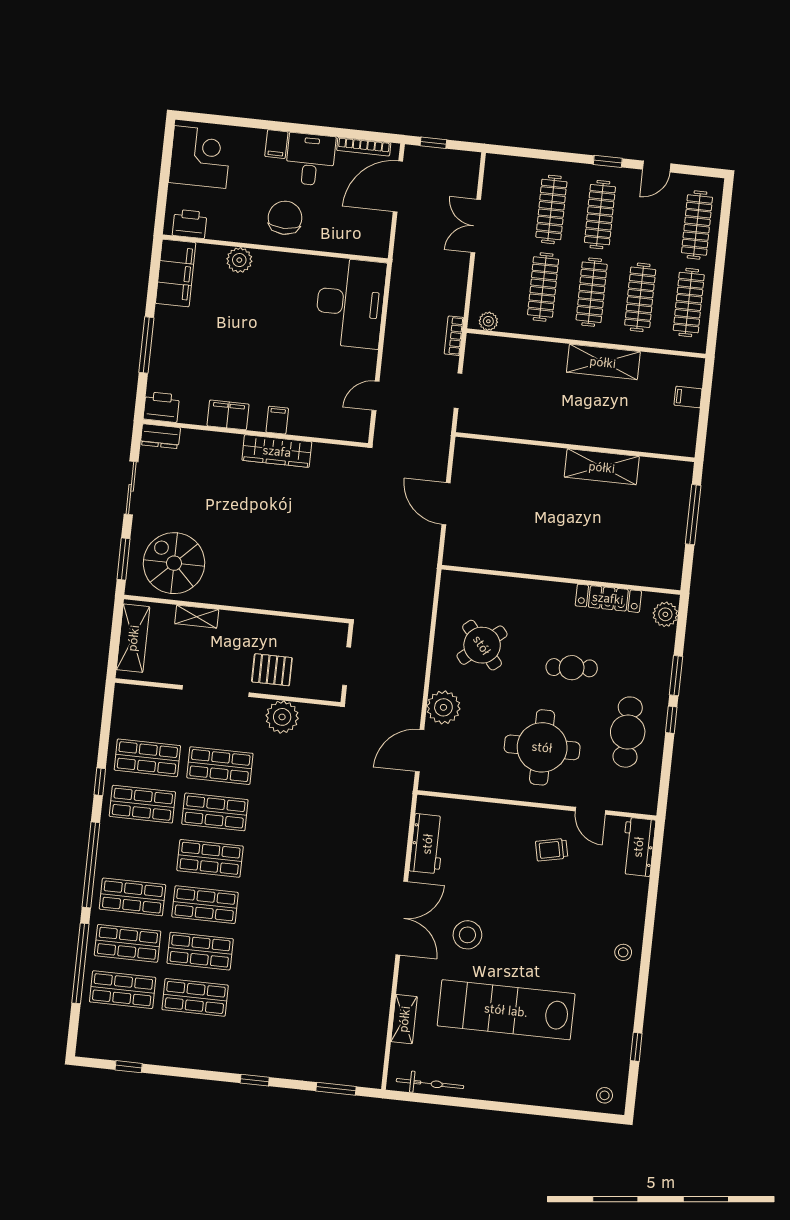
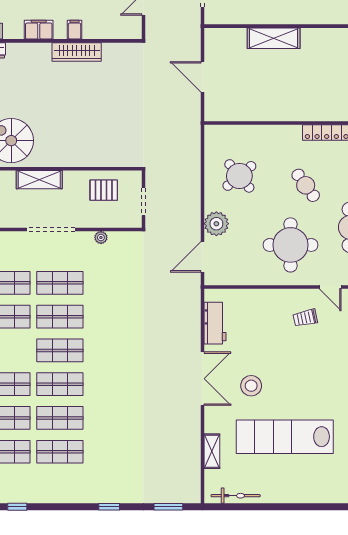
shelving: (602, 467) -> (274, 38), moved
shelving: (197, 617) -> (39, 180), width x1.50, depth x1.33
cafe table: (572, 668) -> (306, 185), turned 58
pallet: (272, 670) -> (104, 190), moved
plant: (282, 717) -> (101, 238), width x0.53, depth x0.53

